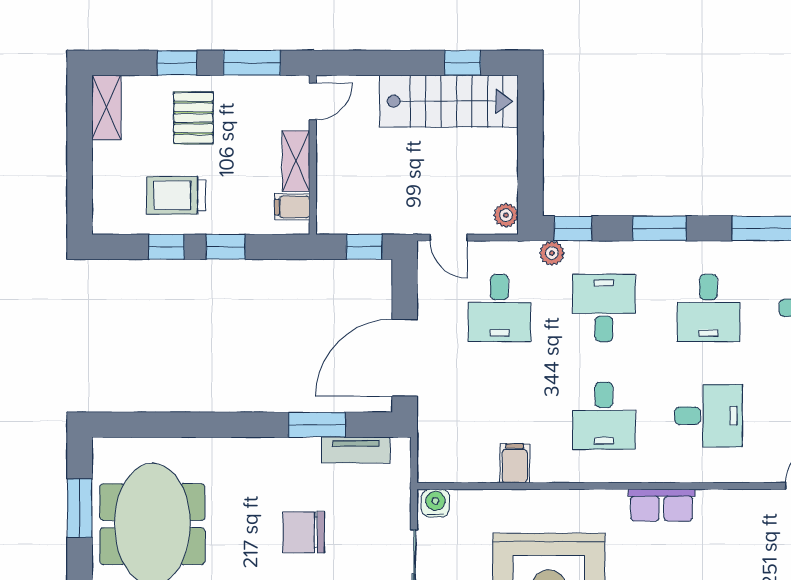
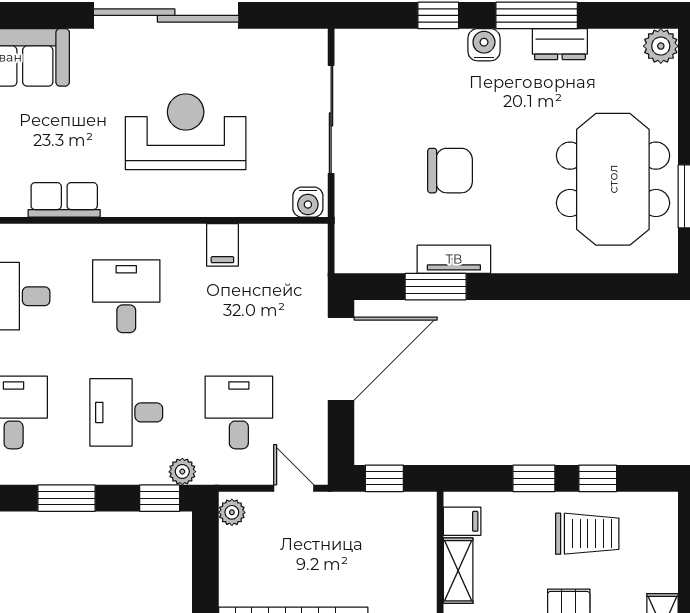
desk: (604, 308) -> (126, 412), turned 90
tv unit: (356, 450) -> (454, 259), moved

